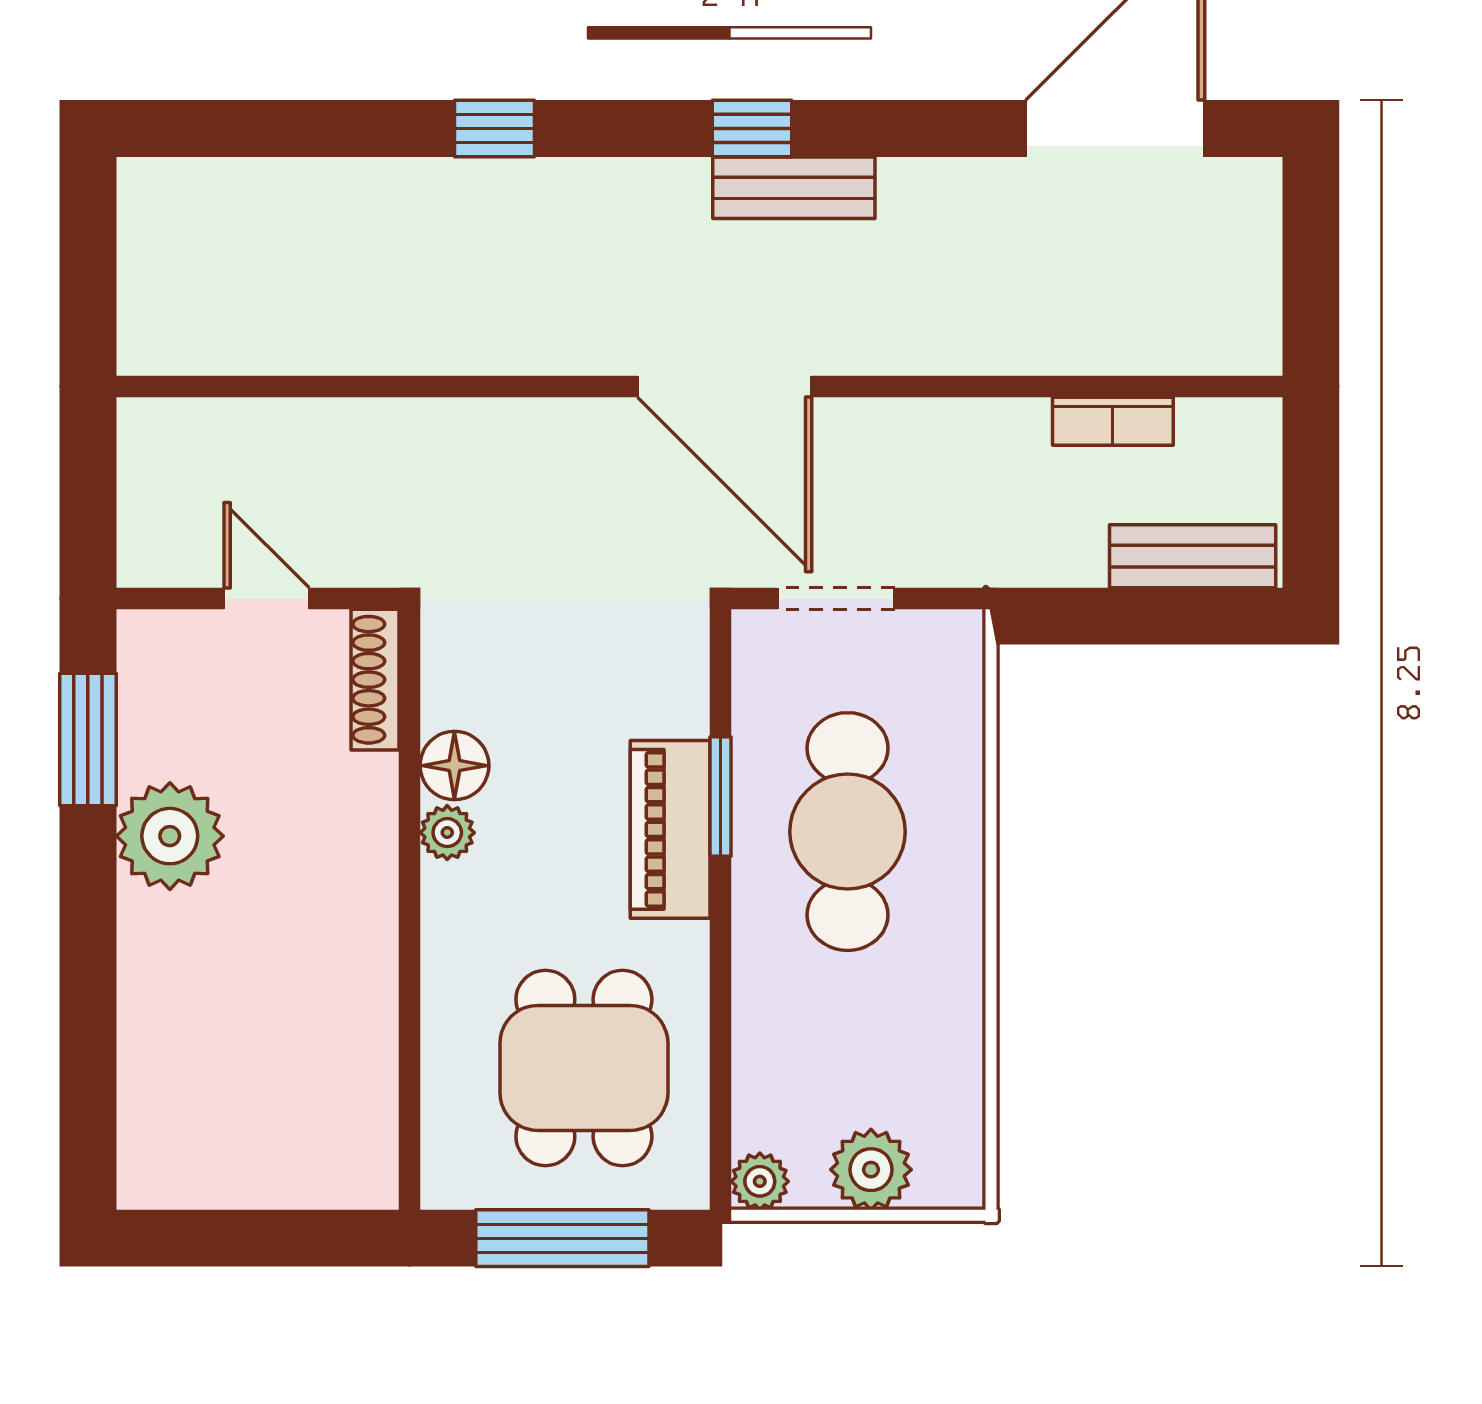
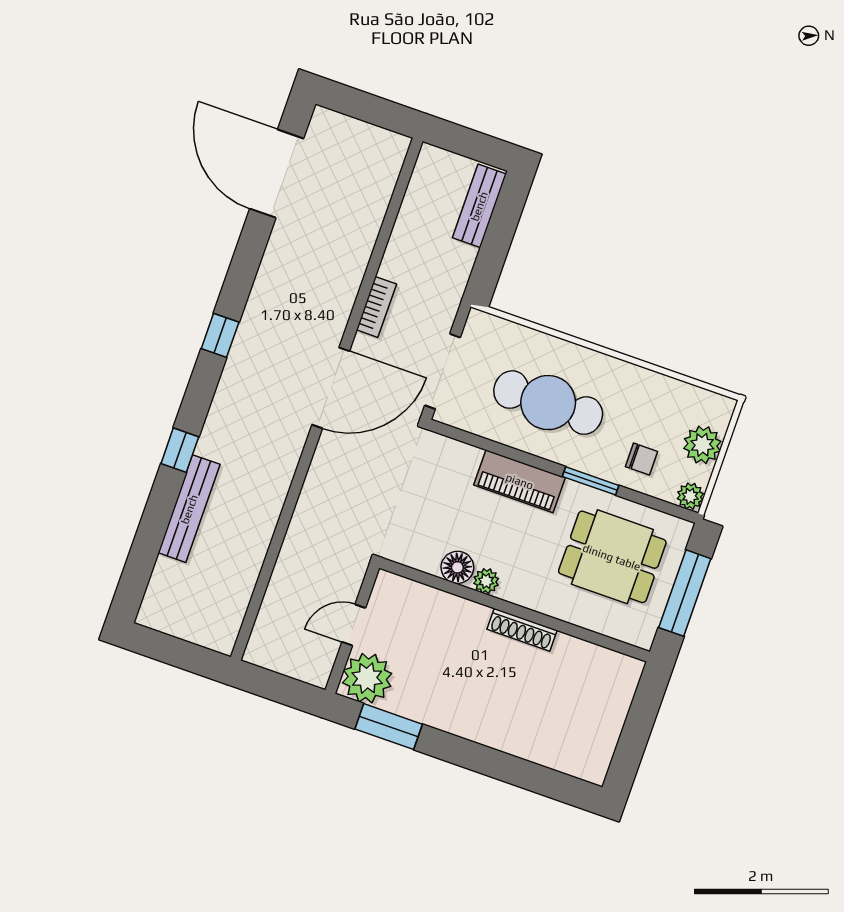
bench: (794, 188) -> (189, 509), moved, width x1.36
bookcase: (1113, 421) -> (376, 307), moved
doorway: (836, 599) -> (443, 371), width x1.38
shoe rack: (375, 680) -> (522, 630), moved
window: (721, 797) -> (591, 481), moved
plant: (170, 836) -> (367, 678), moved
chair: (800, 1058) -> (642, 459), added

